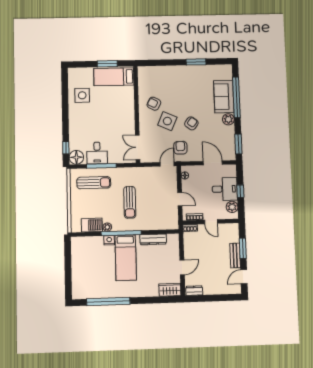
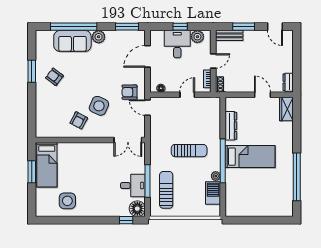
armchair: (191, 123) -> (54, 77), moved
nightstand: (109, 240) -> (230, 174), removed
bench: (235, 256) -> (229, 35), moved

